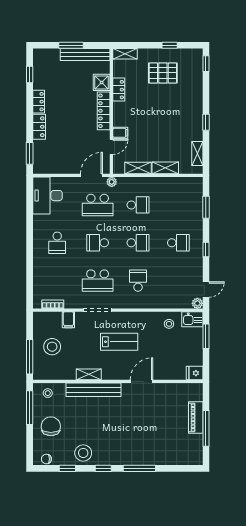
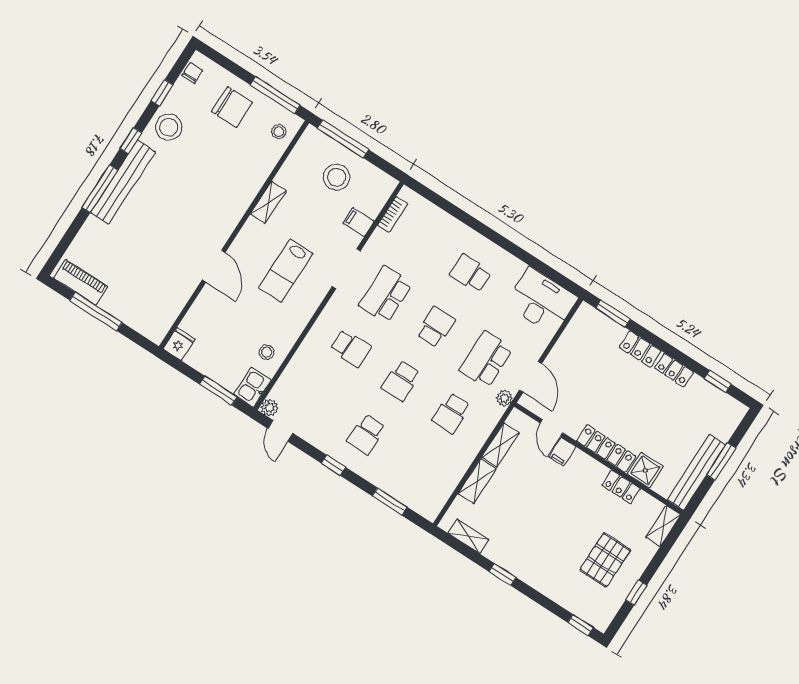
bench: (94, 390) -> (123, 182), moved
piano: (196, 418) -> (81, 282), moved

